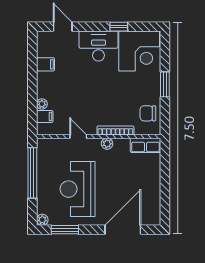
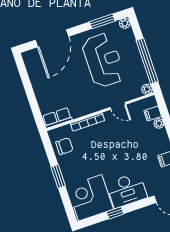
plant: (107, 144) -> (147, 89), moved

